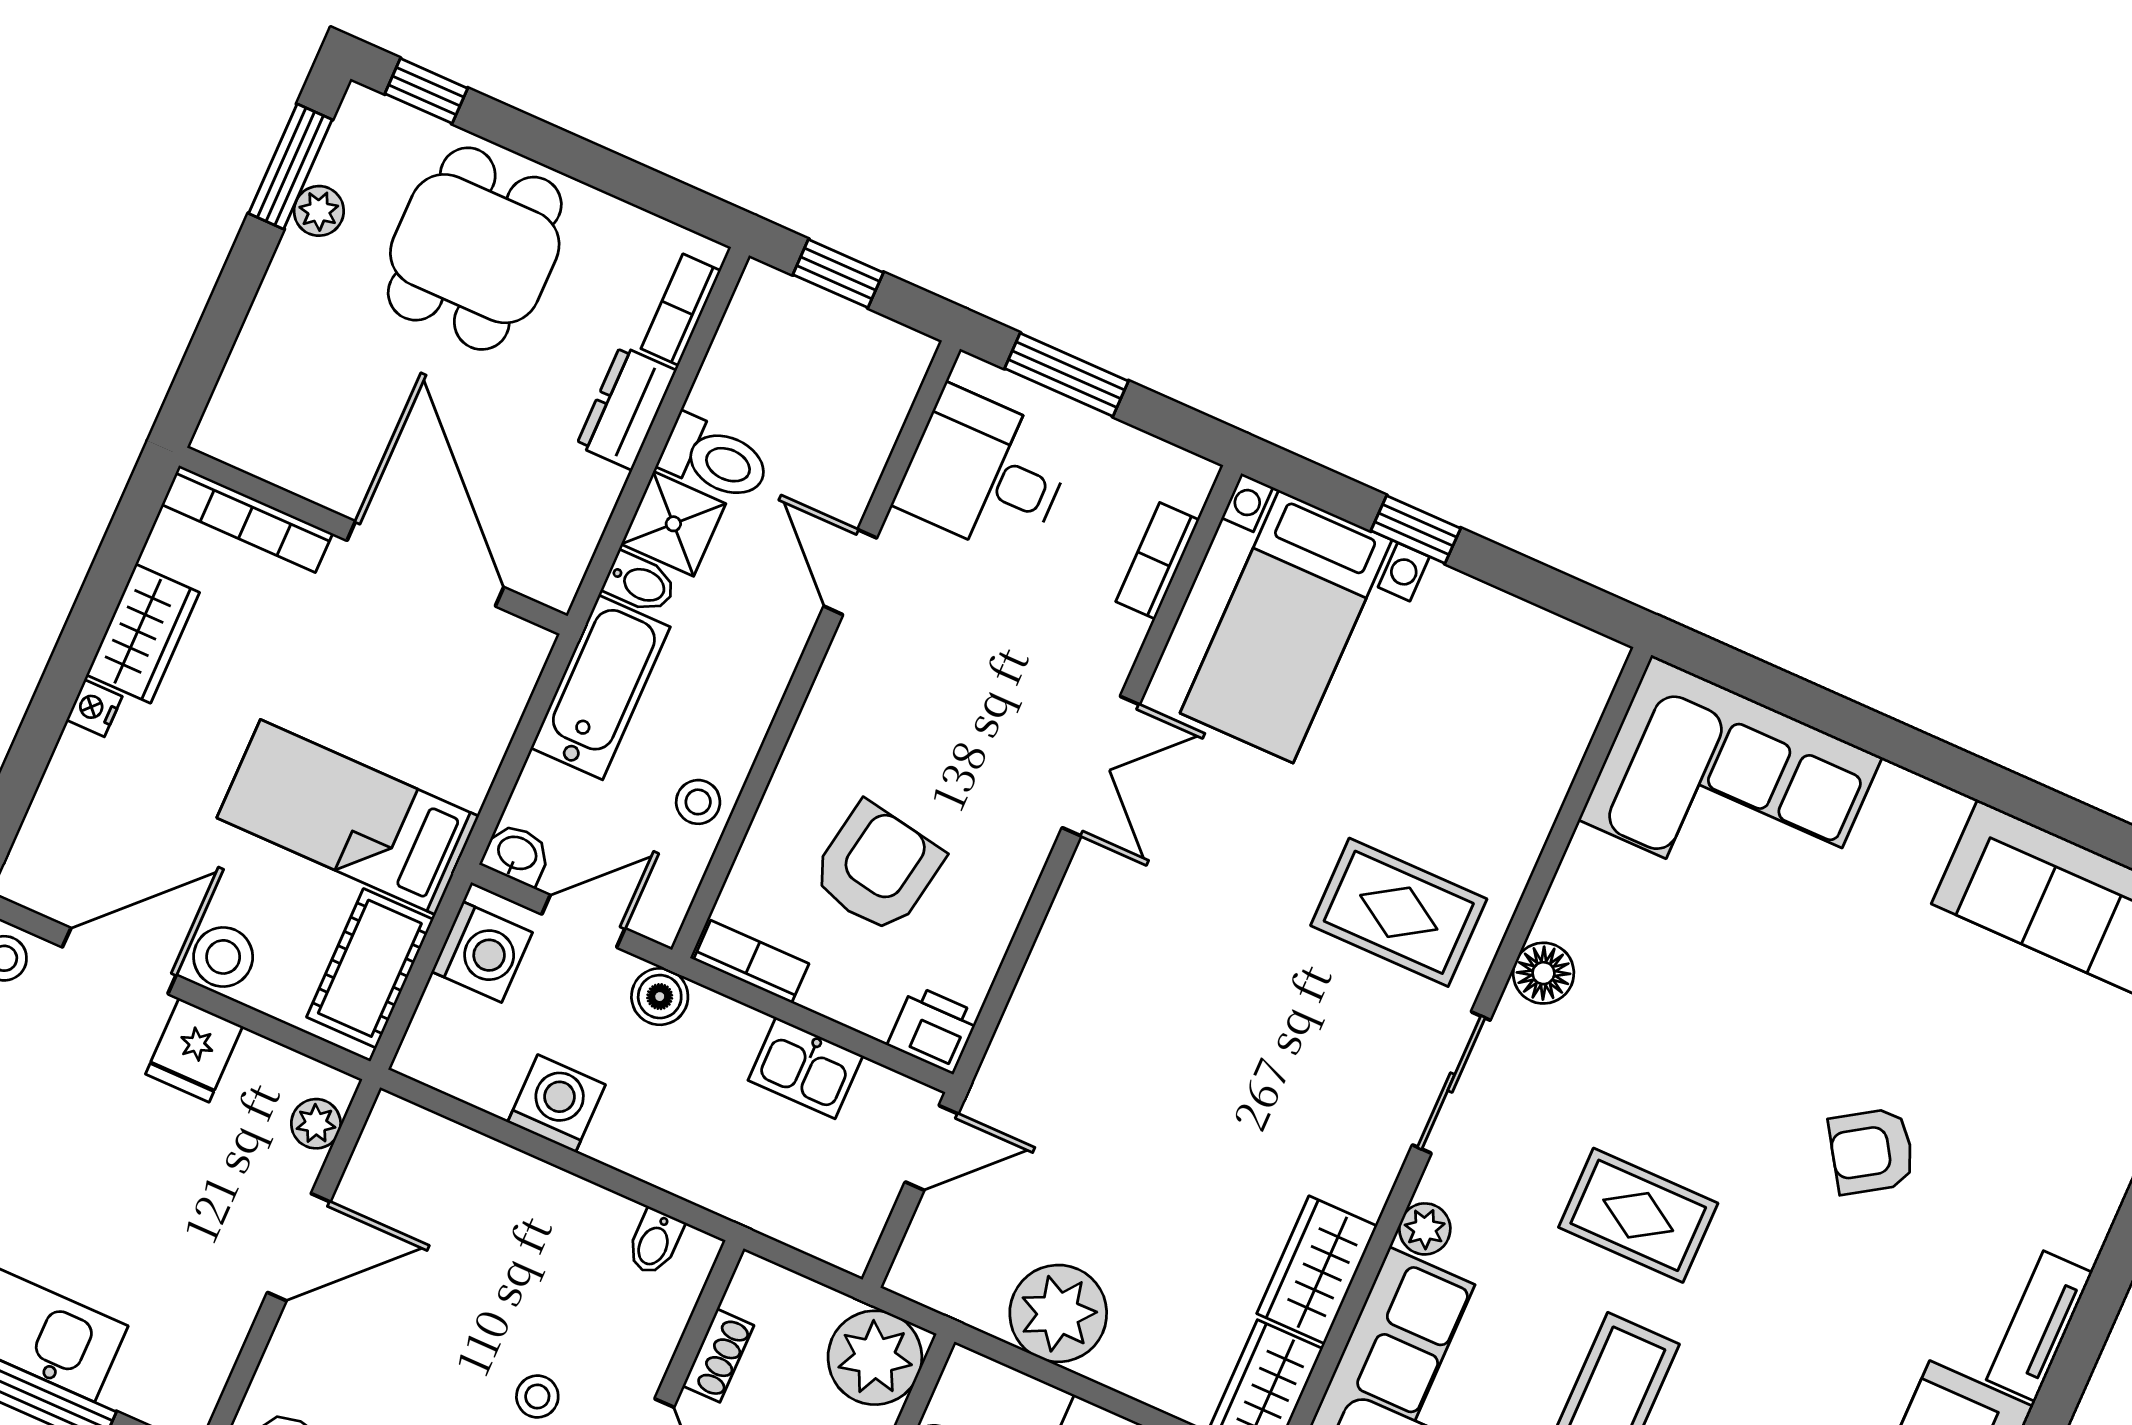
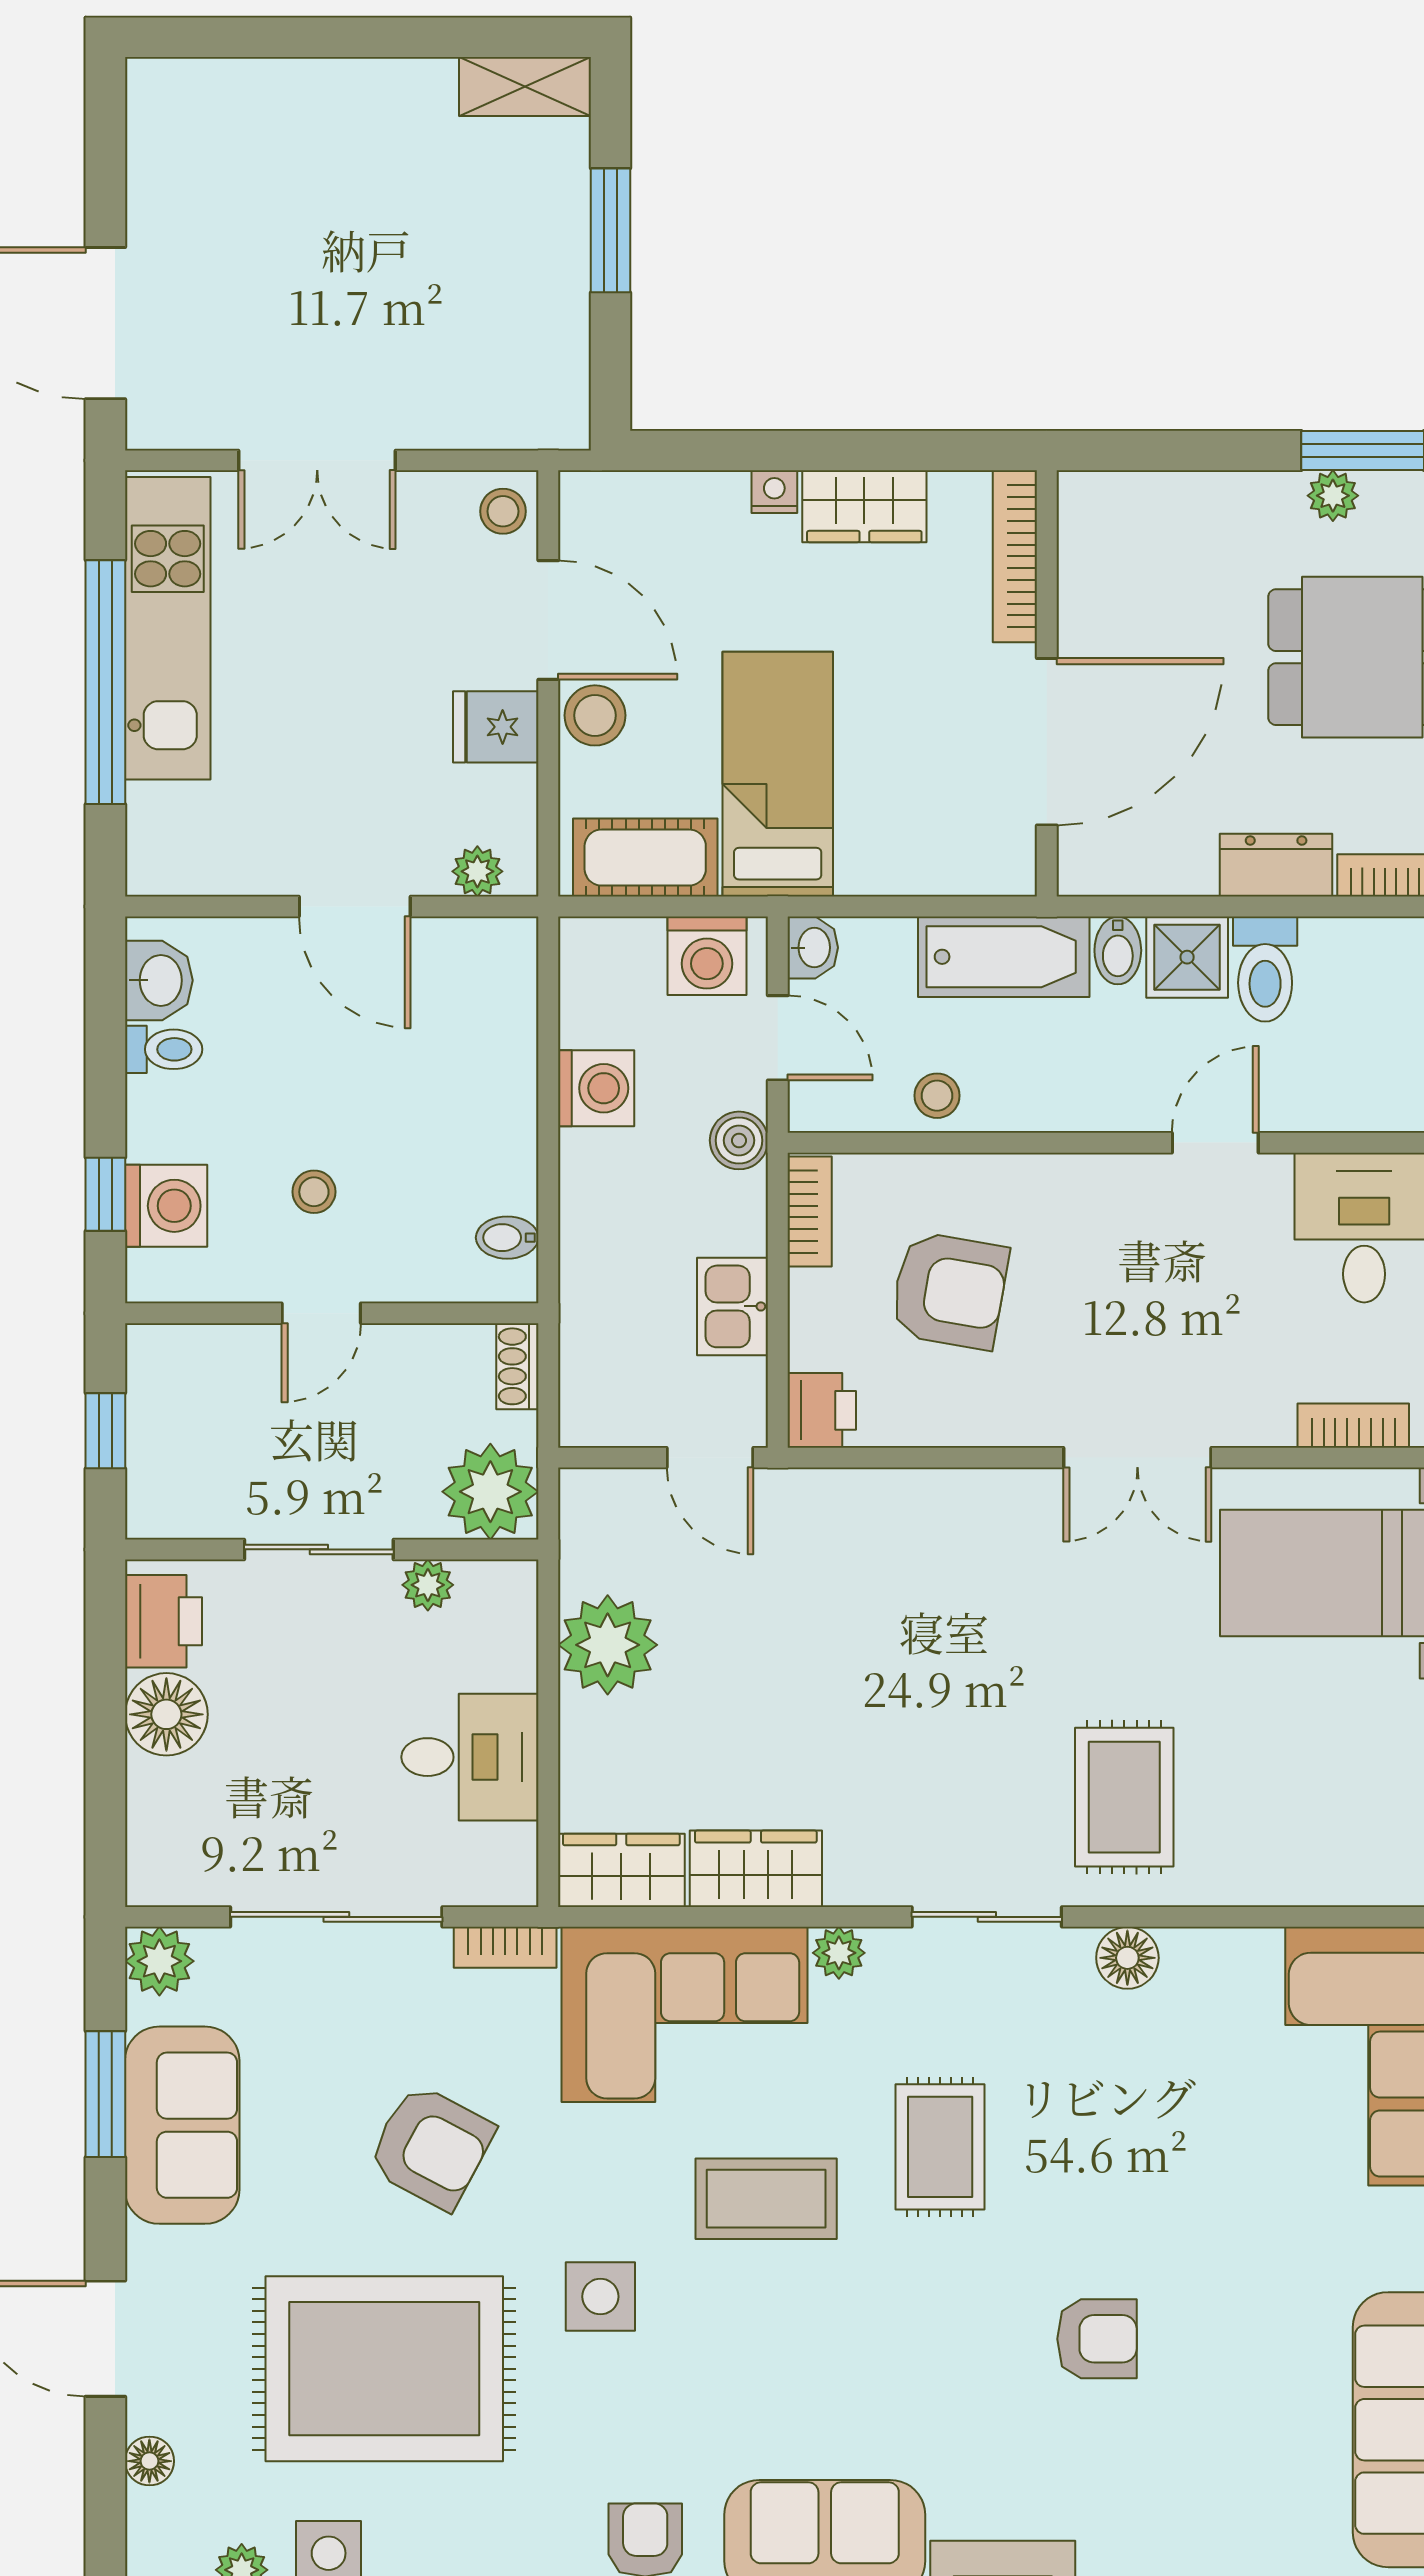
armchair: (1872, 1151) -> (1097, 2339), turned 123
shoe rack: (718, 1356) -> (517, 1366), moved, turned 90

